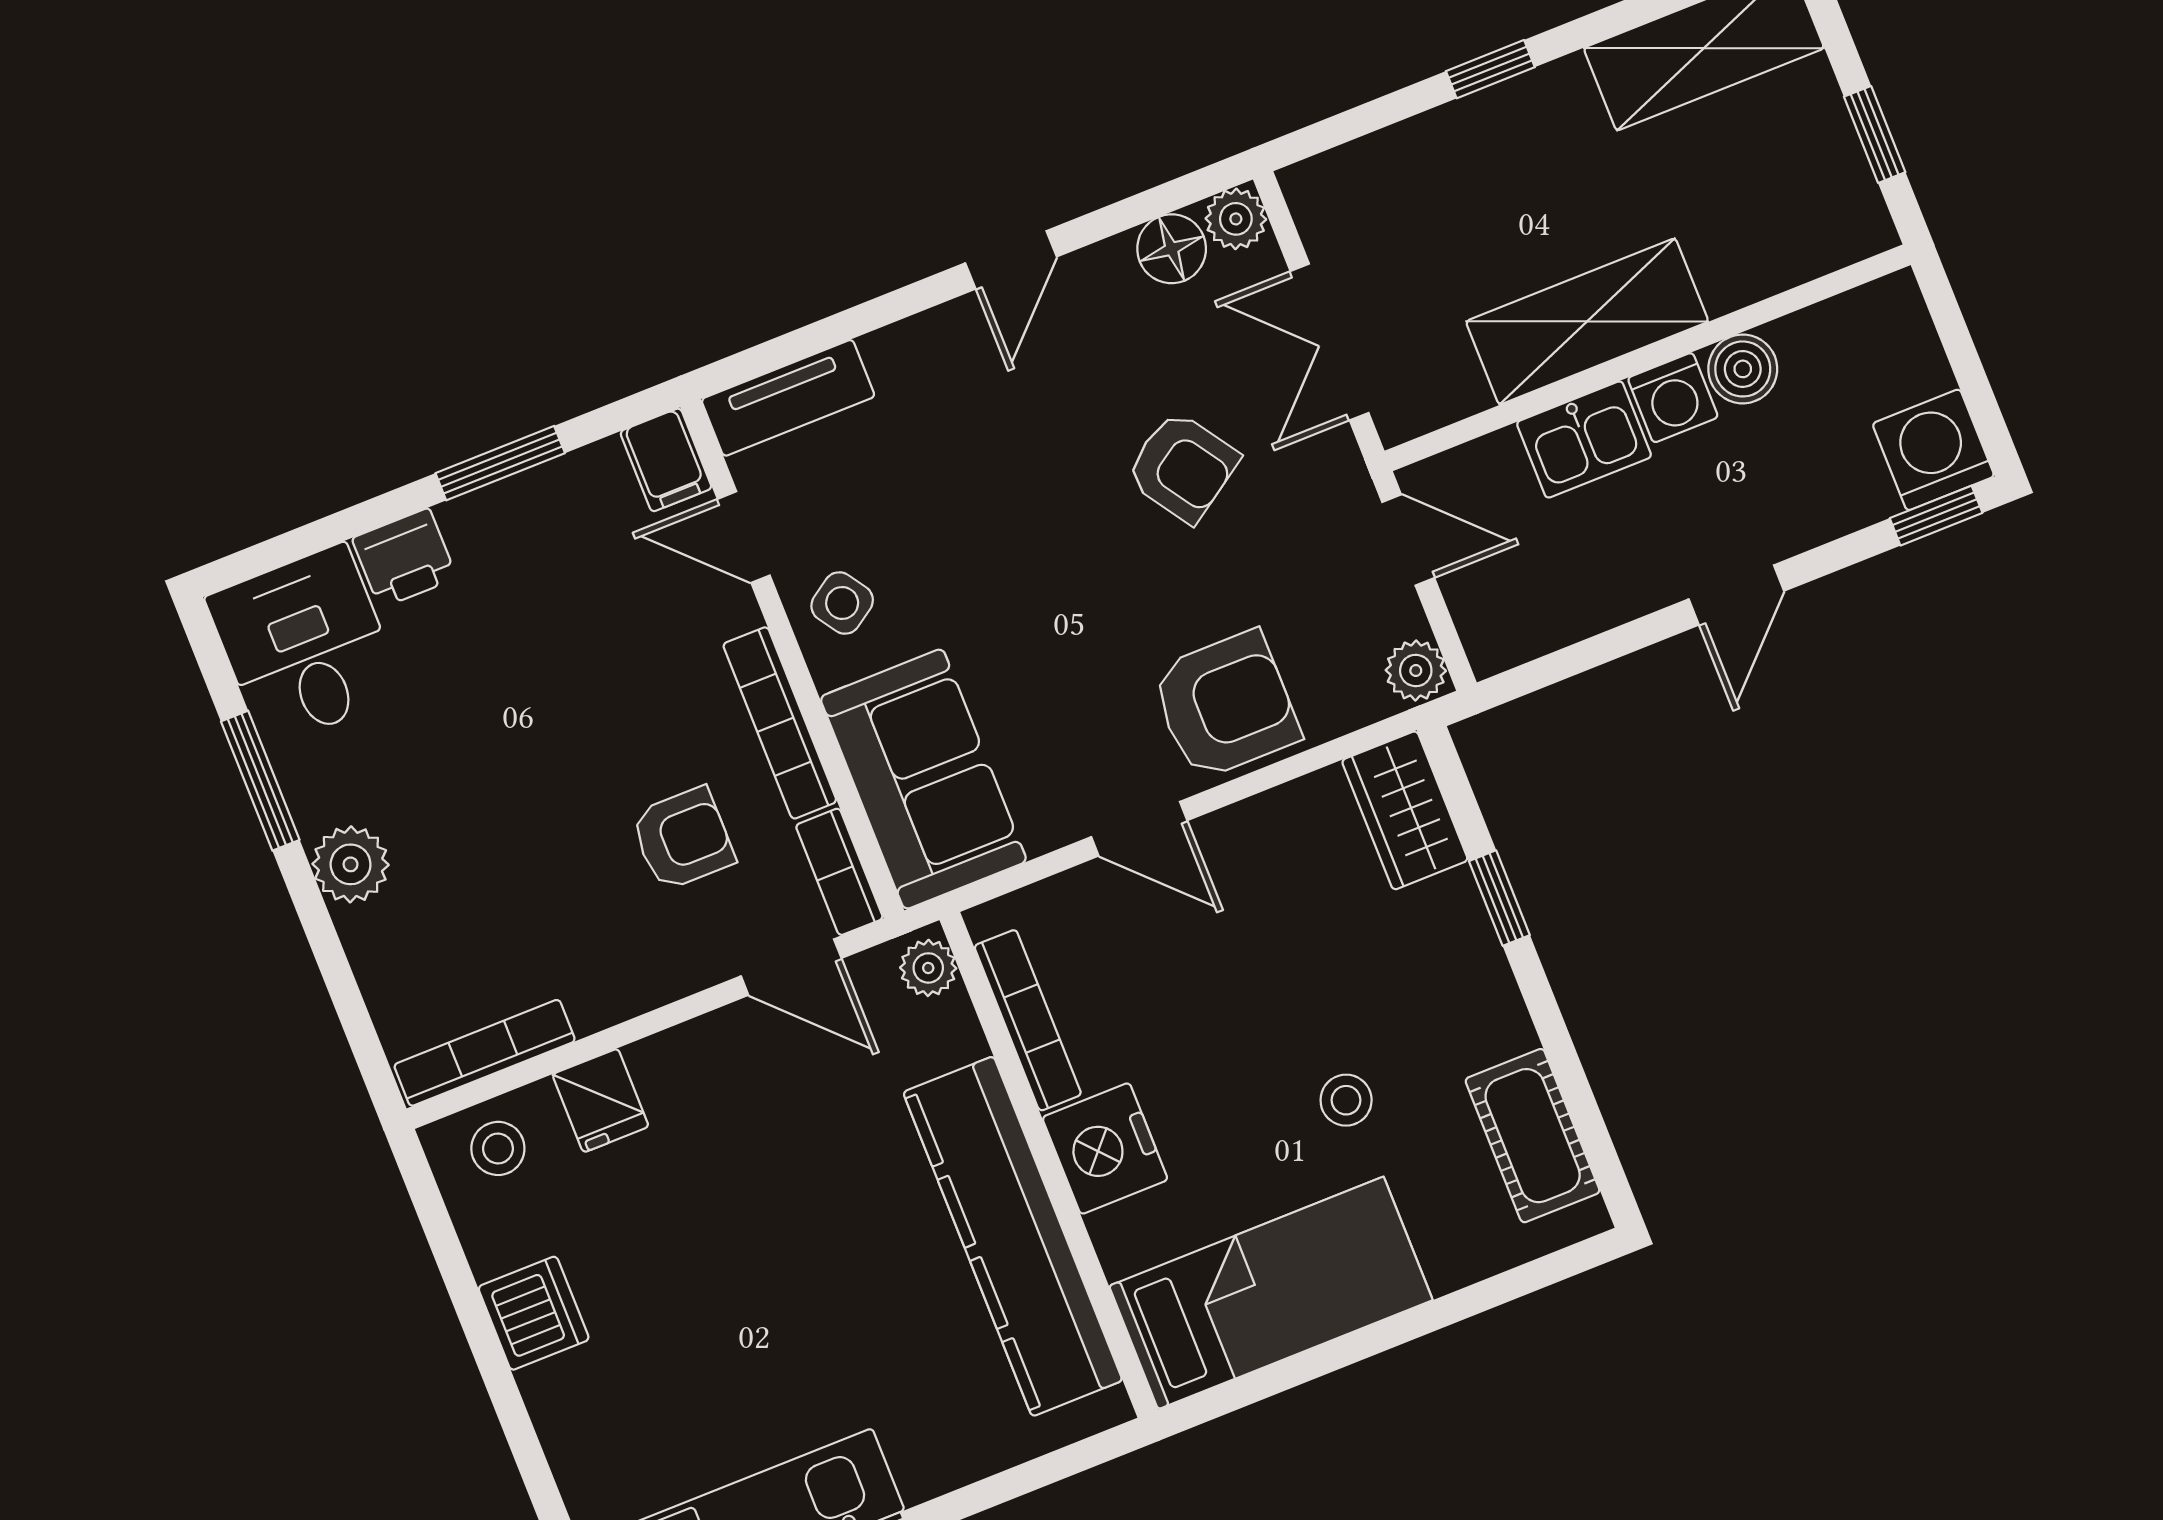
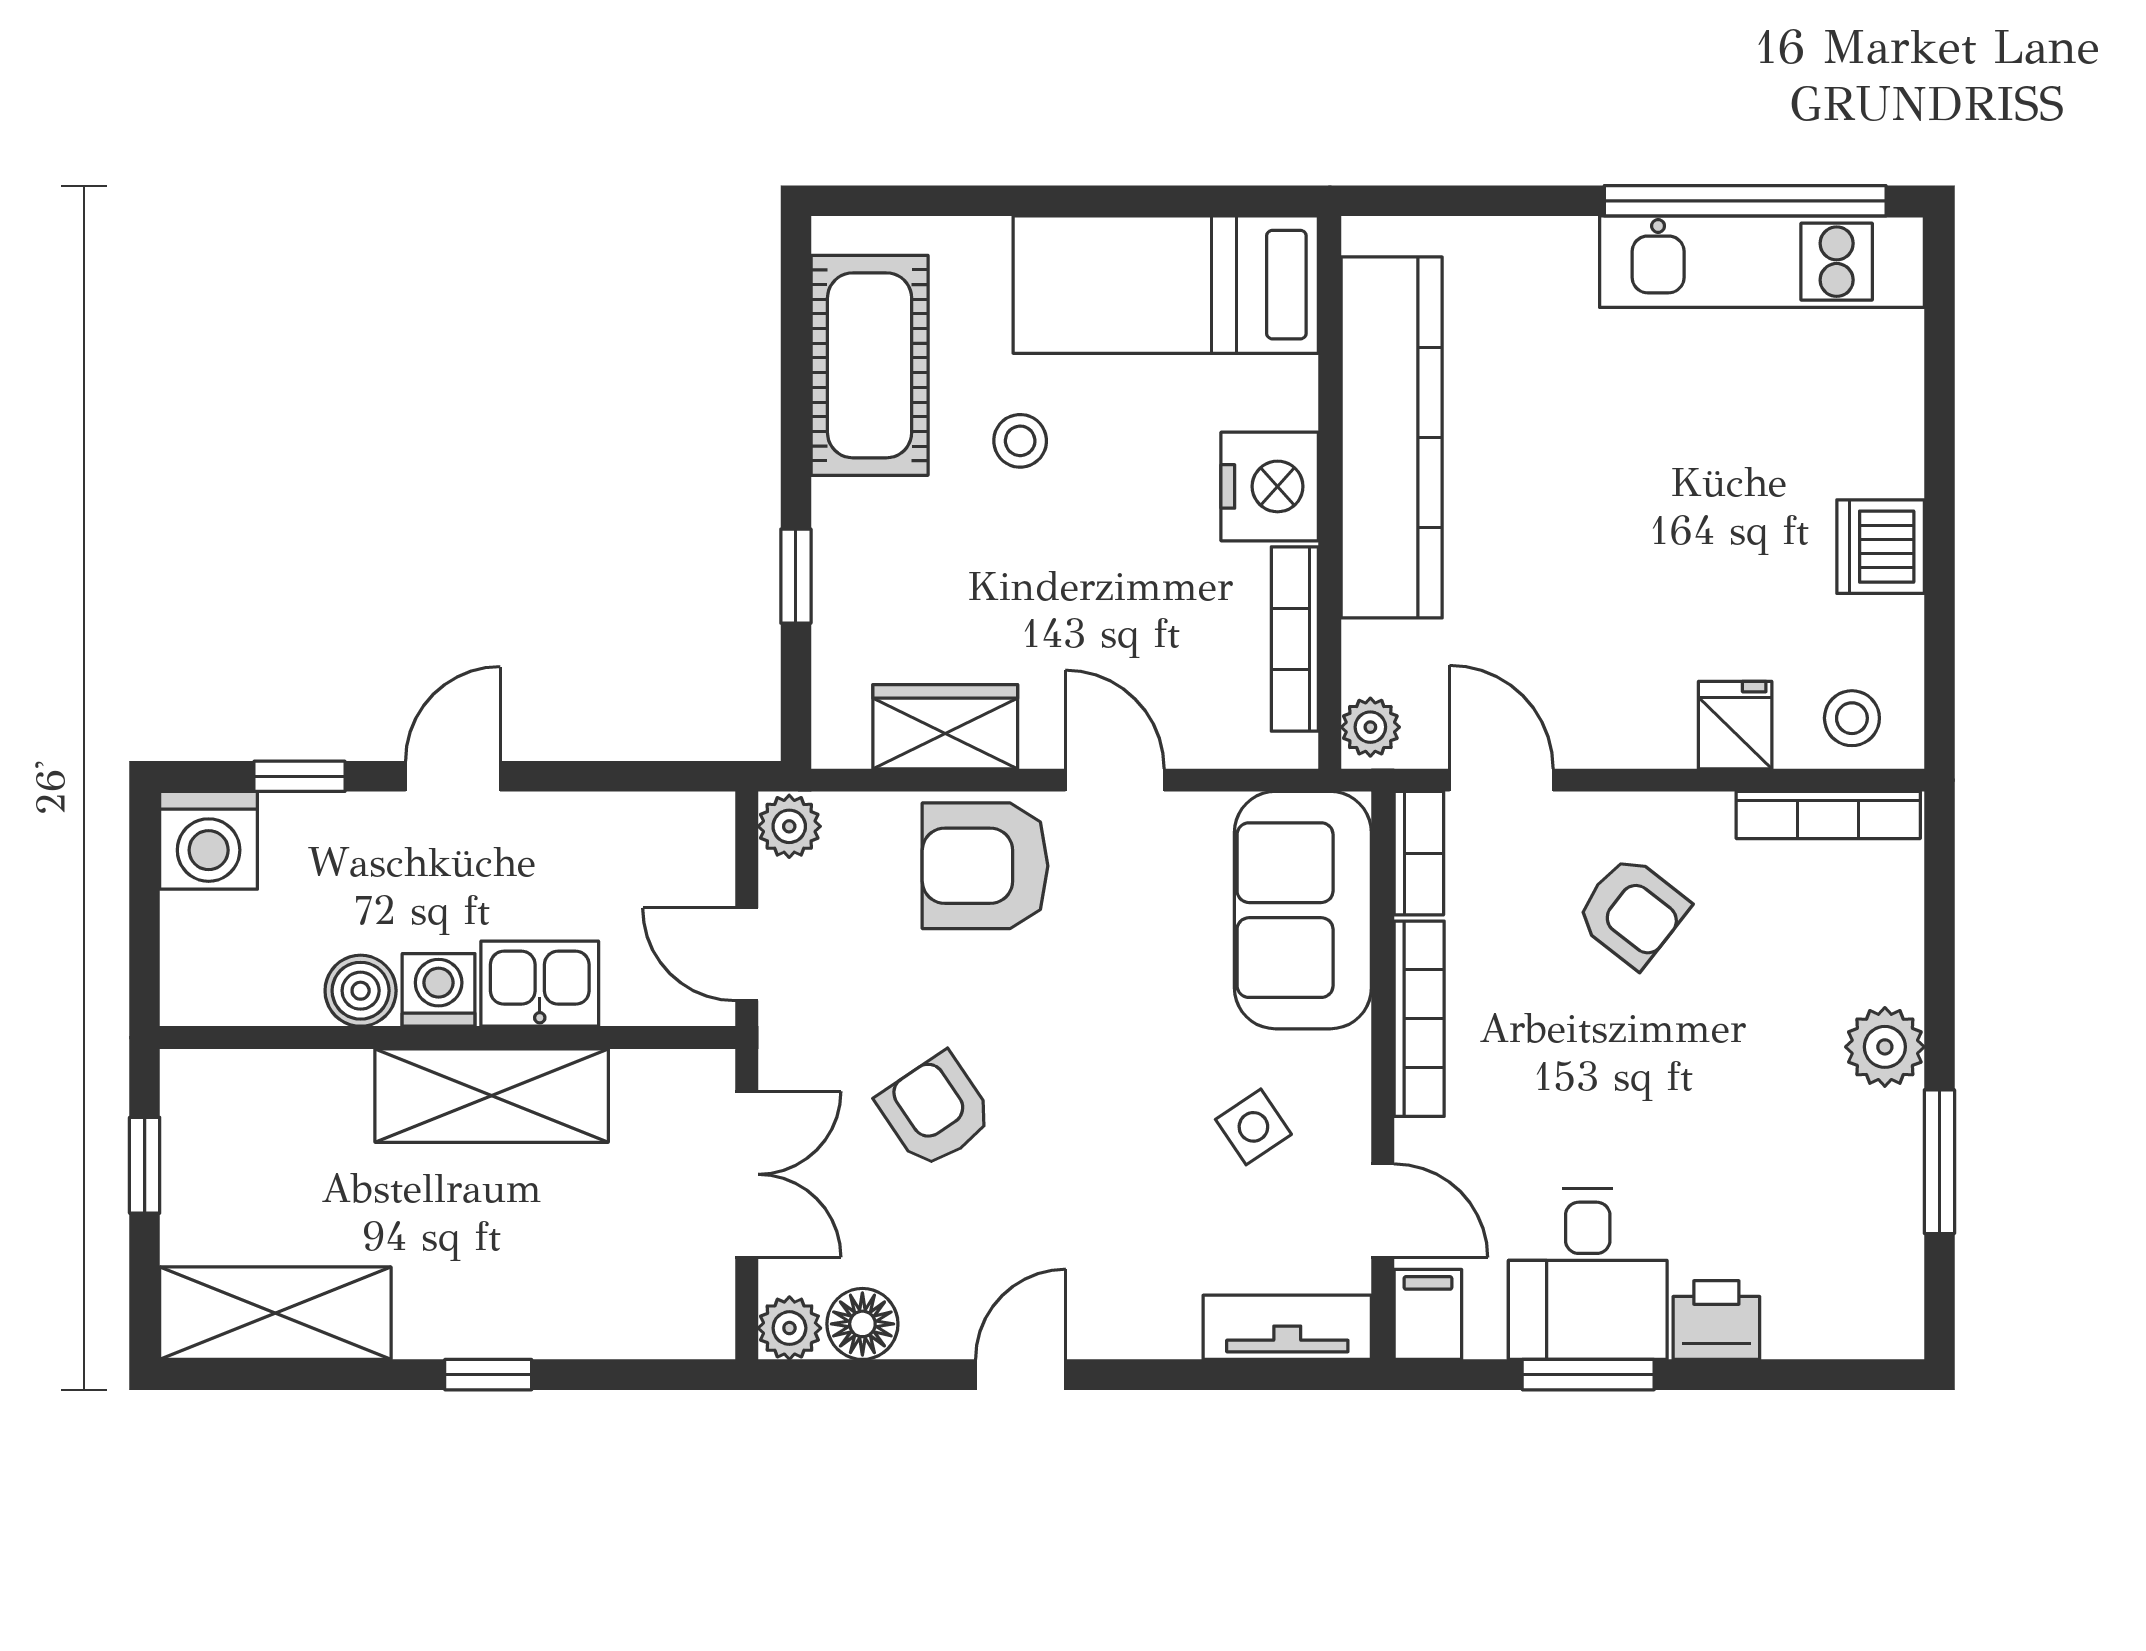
window: (1936, 516) -> (299, 776), moved
side table: (842, 603) -> (1253, 1127), moved
desk: (305, 646) -> (1588, 1274), moved
wardrobe: (1405, 810) -> (945, 727), moved, turned -90
armchair: (683, 839) -> (1632, 912), moved, turned -142
cot: (1533, 1136) -> (870, 365), width x1.37, depth x1.34

